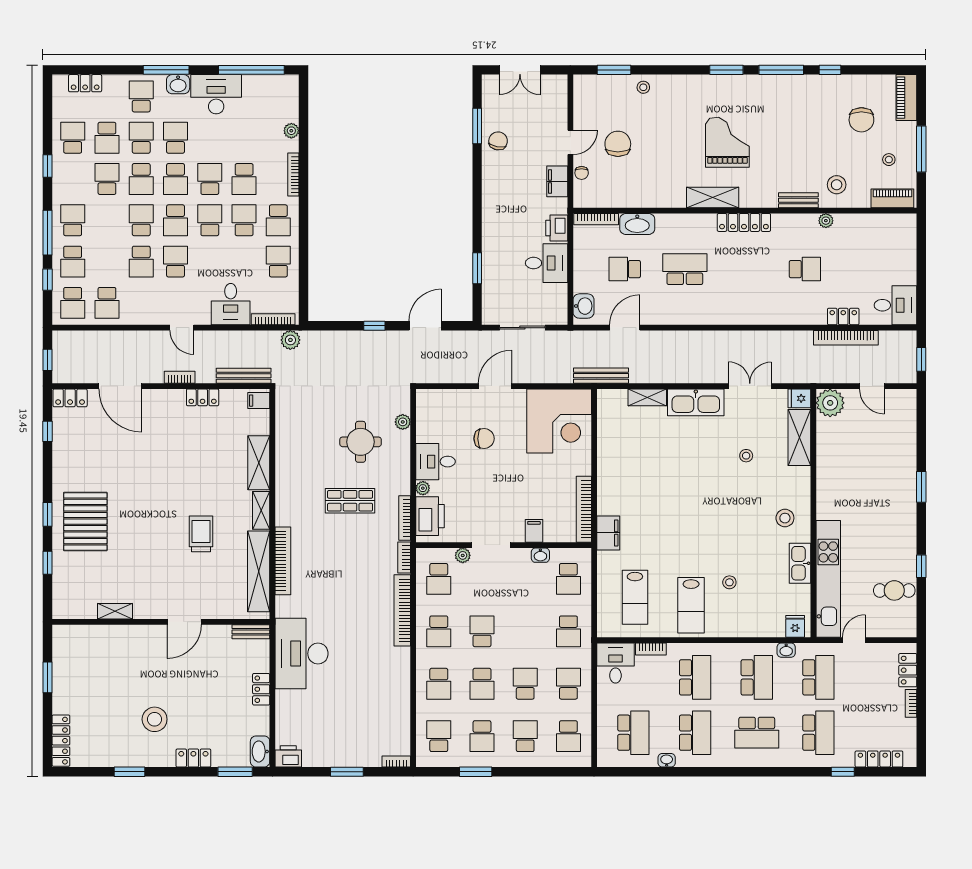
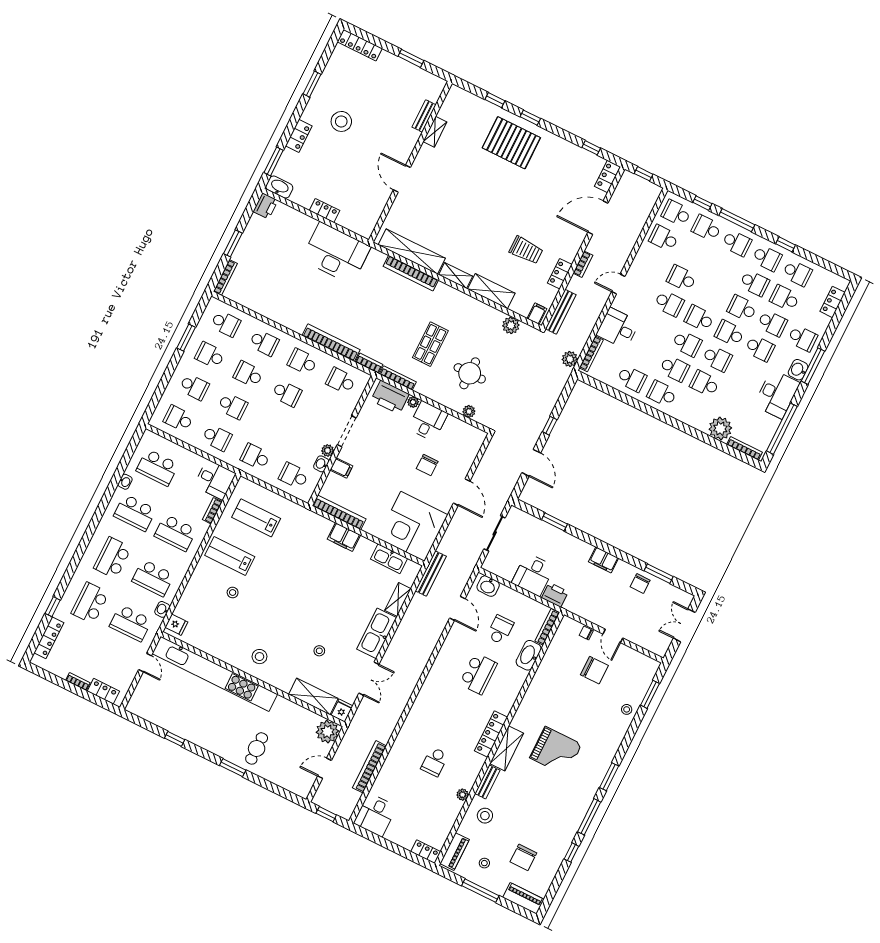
chair: (861, 120) -> (523, 857), turned -90
plant: (291, 131) -> (720, 429), width x1.87, depth x1.87
chair: (498, 141) -> (640, 583), turned 79
bookcase: (293, 175) -> (744, 448), moved
filing cabinet: (557, 181) -> (604, 560), moved, turned 180
shelving: (713, 197) -> (507, 748), moved
school desk: (141, 220) -> (767, 258), moved
locker: (843, 316) -> (426, 852), moved, turned -90
plant: (286, 423) -> (511, 325), added
filing cabinet: (608, 533) -> (344, 537), moved
trolley: (201, 534) -> (526, 250), moved
plant: (463, 555) -> (328, 451), moved
kitchen sink: (800, 563) -> (389, 559), moved, turned 180
kitchen unit: (828, 579) -> (215, 674), width x1.36
cafe table: (894, 590) -> (257, 748), moved
bench: (251, 632) -> (424, 116), moved
school desk: (439, 684) -> (264, 343), turned 180
school desk: (818, 733) -> (90, 603), turned 90
bookcase: (396, 762) -> (225, 277), width x1.56

